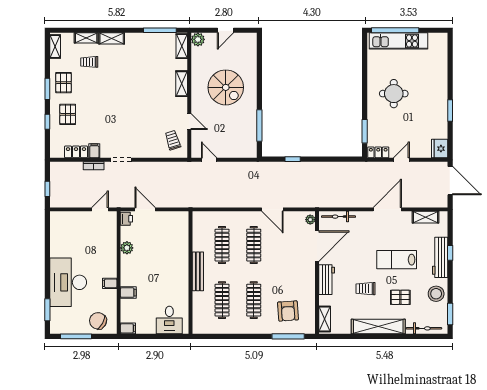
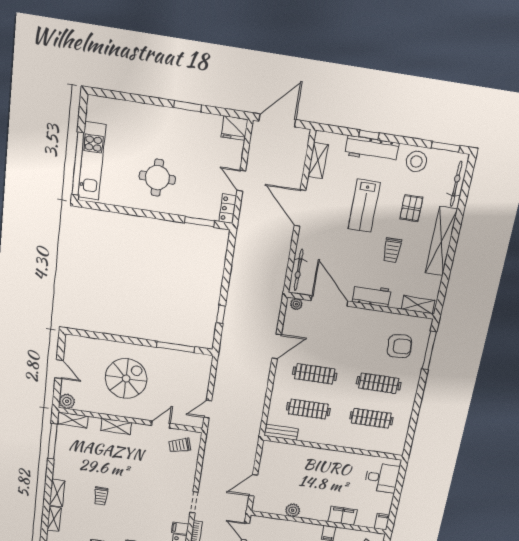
trolley: (89, 62) -> (101, 496), moved
printer: (126, 219) -> (260, 506), removed
bench: (198, 271) -> (281, 432), moved, width x0.73
filing cabinet: (128, 293) -> (343, 516), width x2.00

